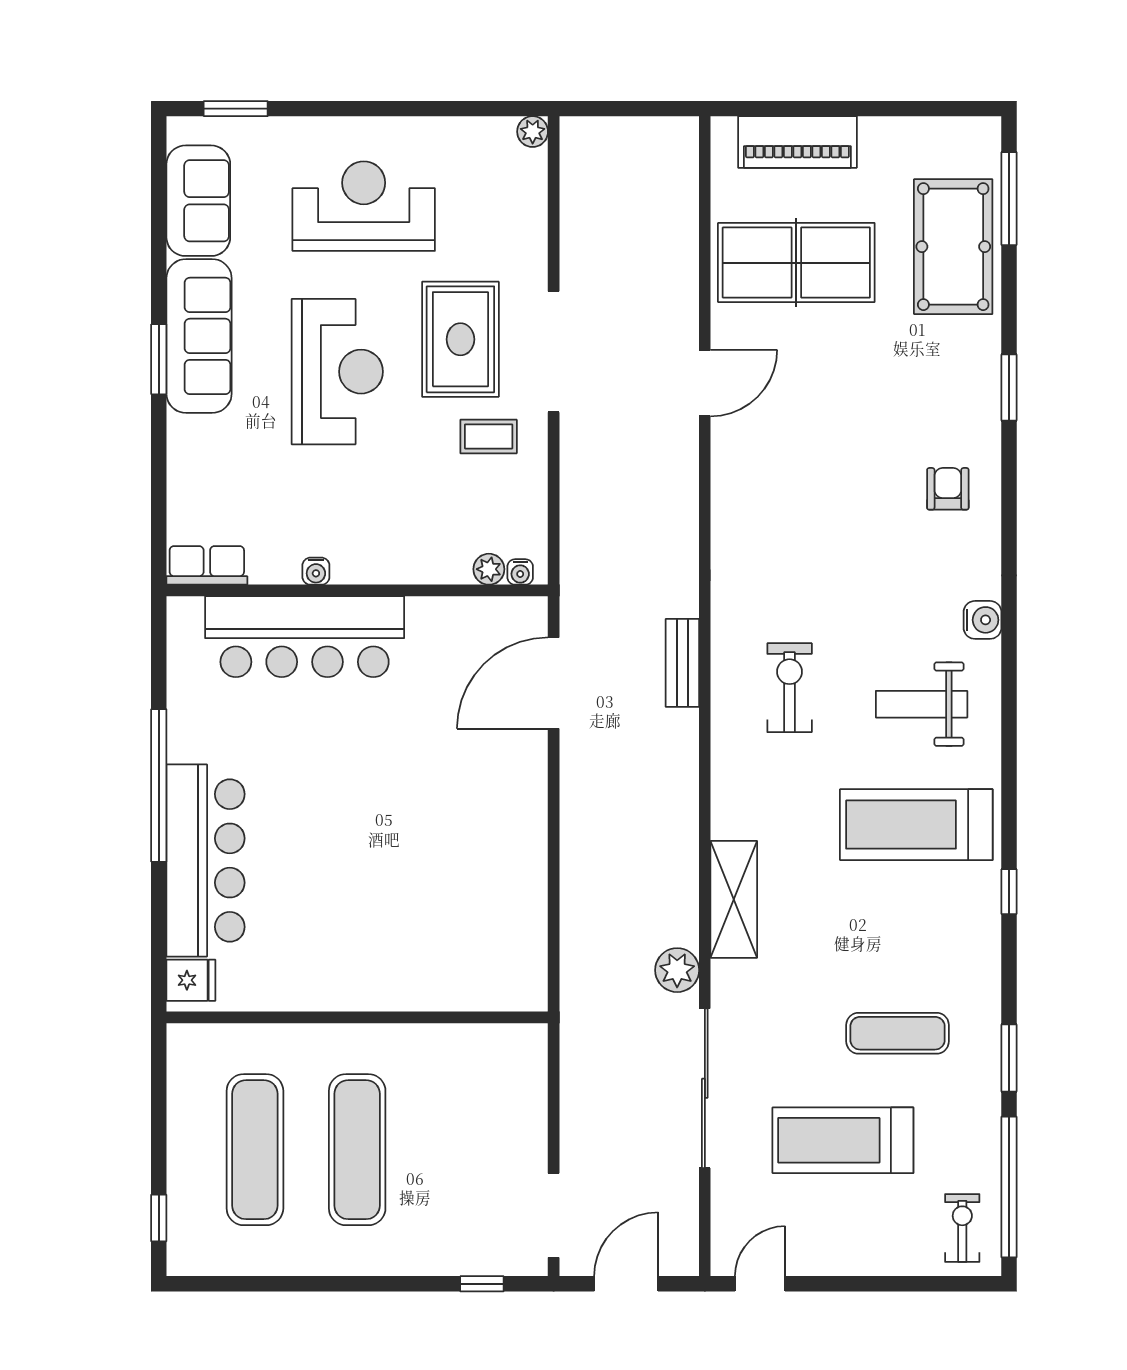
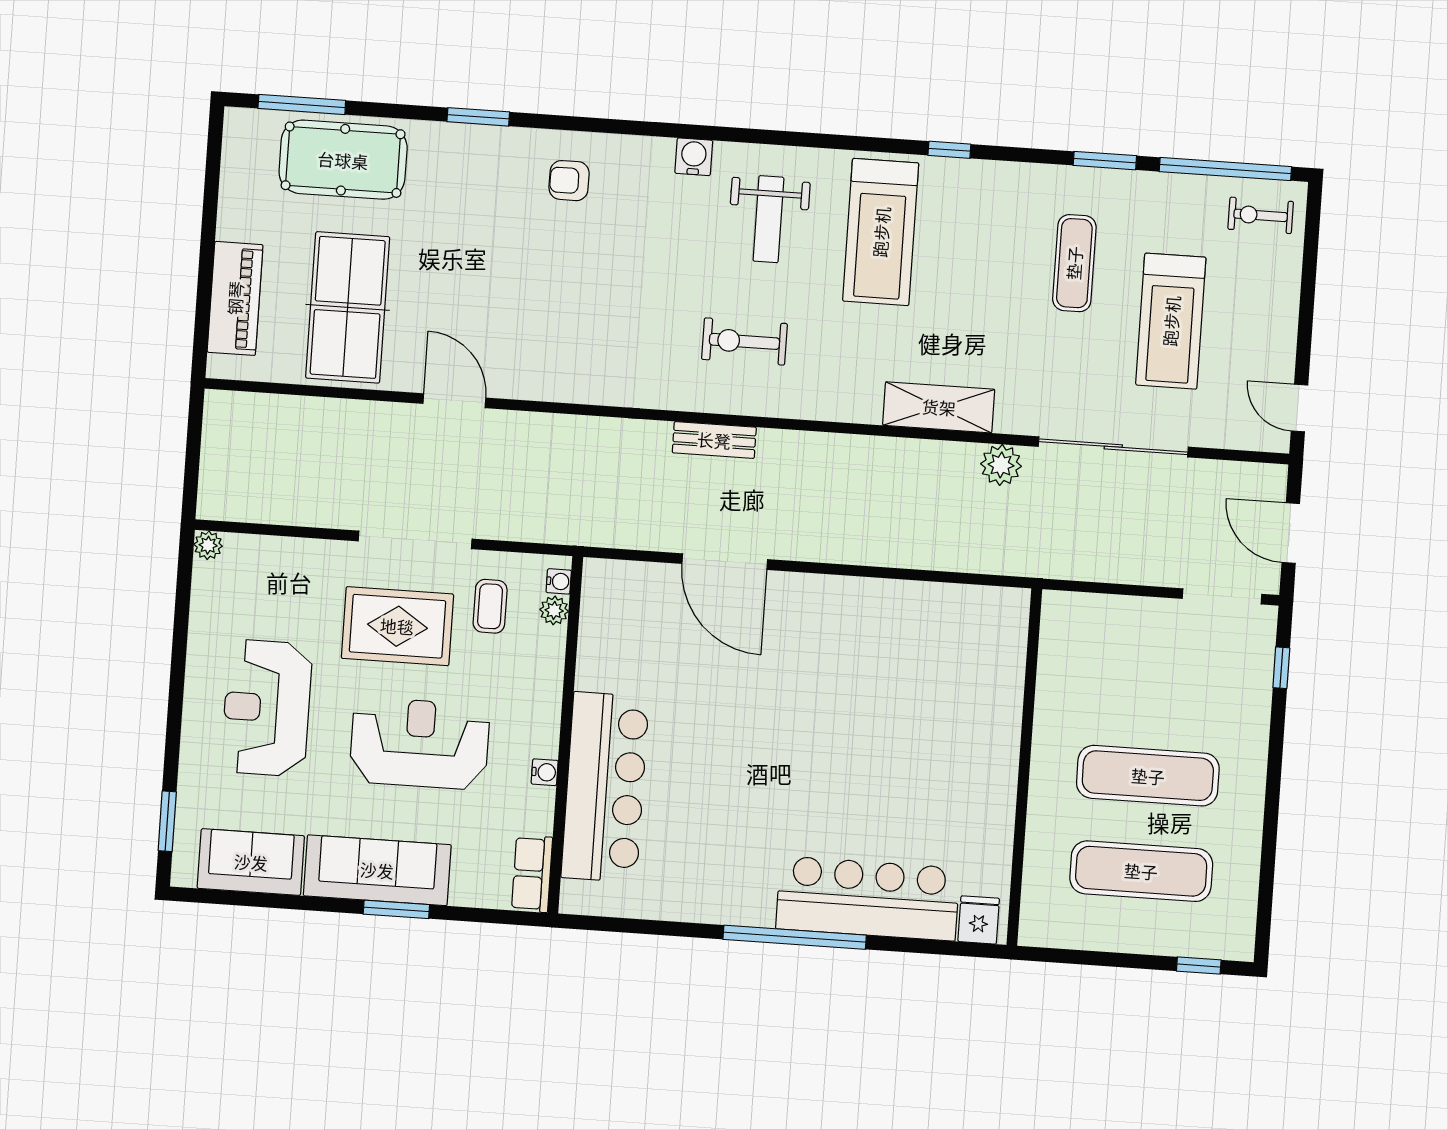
row of seats: (207, 565) -> (532, 874), moved
plant: (489, 569) -> (554, 610), moved
water cooler: (316, 571) -> (545, 772), moved
water cooler: (520, 572) -> (559, 581), moved
wall: (357, 590) -> (565, 735), moved
bar counter: (305, 637) -> (605, 787), moved

